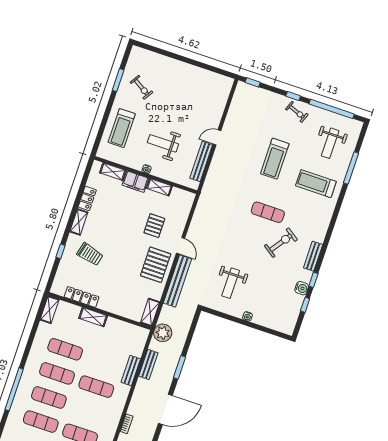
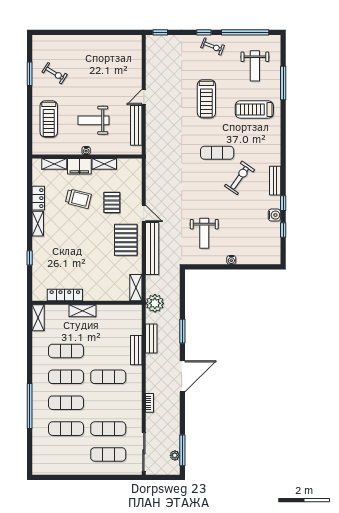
trolley: (90, 254) -> (78, 199), moved

